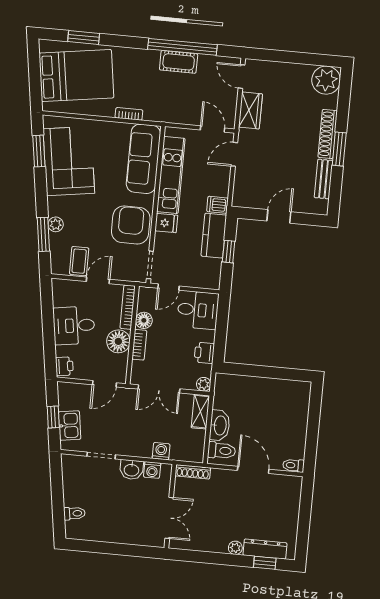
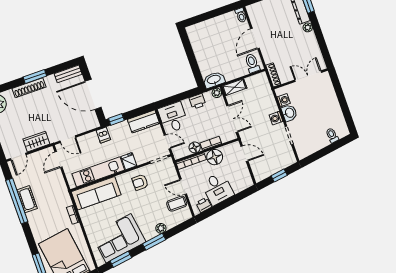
bench: (324, 179) -> (68, 74), moved
door: (279, 216) -> (93, 94), width x1.88
armchair: (131, 225) -> (140, 182), width x0.53, depth x0.53
window: (43, 234) -> (154, 242), moved
kitchen counter: (214, 236) -> (143, 121), moved
window: (229, 252) -> (116, 119), moved
printer: (64, 366) -> (204, 205), moved
washbasin: (220, 425) -> (214, 80), moved
kitchen sink: (70, 426) -> (280, 163), removed
washing machine: (161, 451) -> (276, 118), moved

